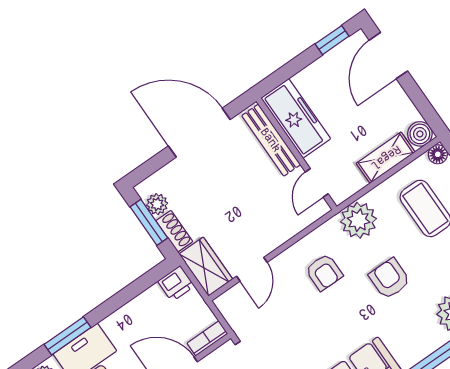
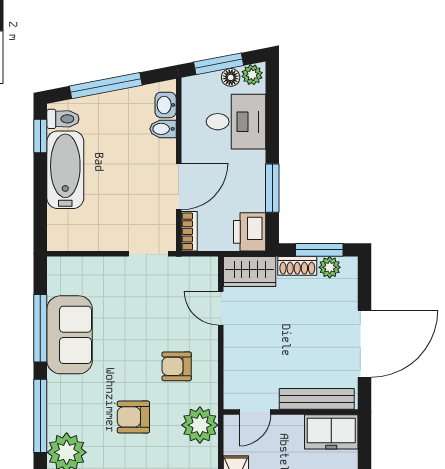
freezer: (296, 118) -> (331, 432), width x0.71
door: (317, 183) -> (255, 412), swing flipped
armchair: (390, 279) -> (133, 417), turned 180
printer: (176, 284) -> (250, 232), width x1.36, depth x1.24
window: (68, 336) -> (272, 188), moved

